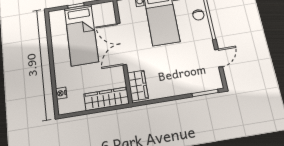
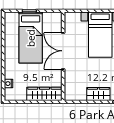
wardrobe: (138, 86) -> (98, 94), moved, turned -90

